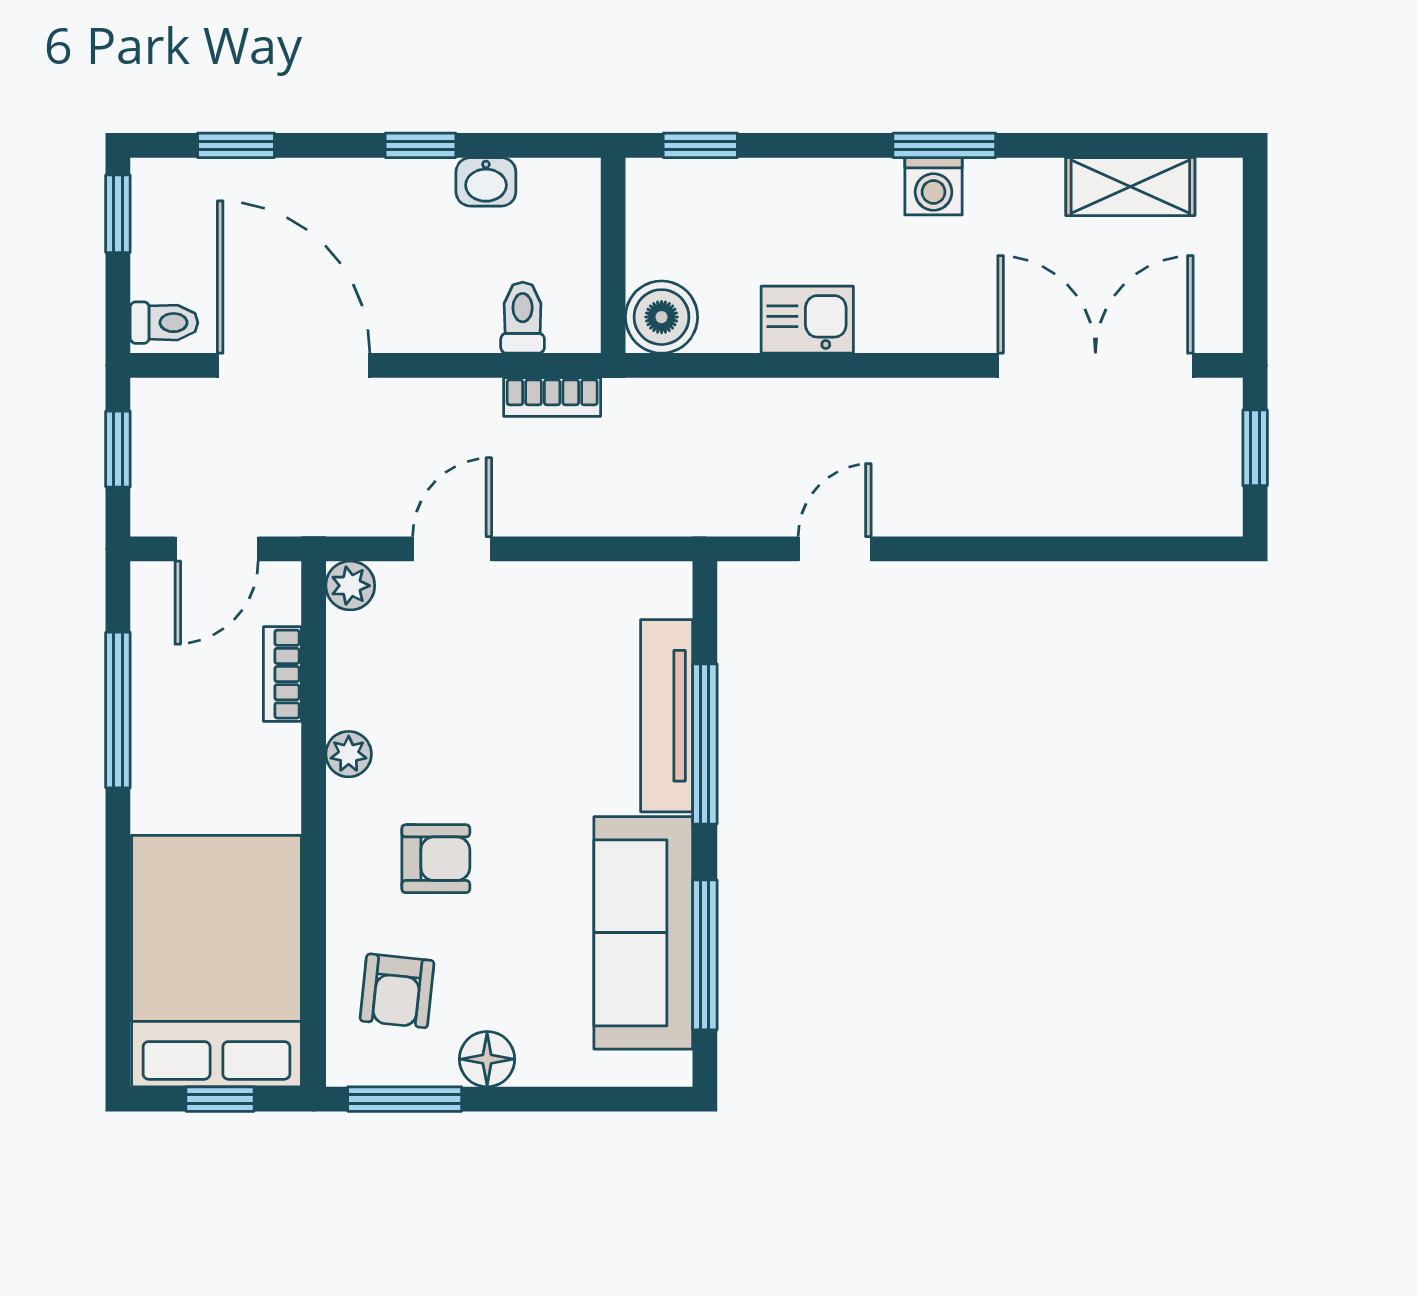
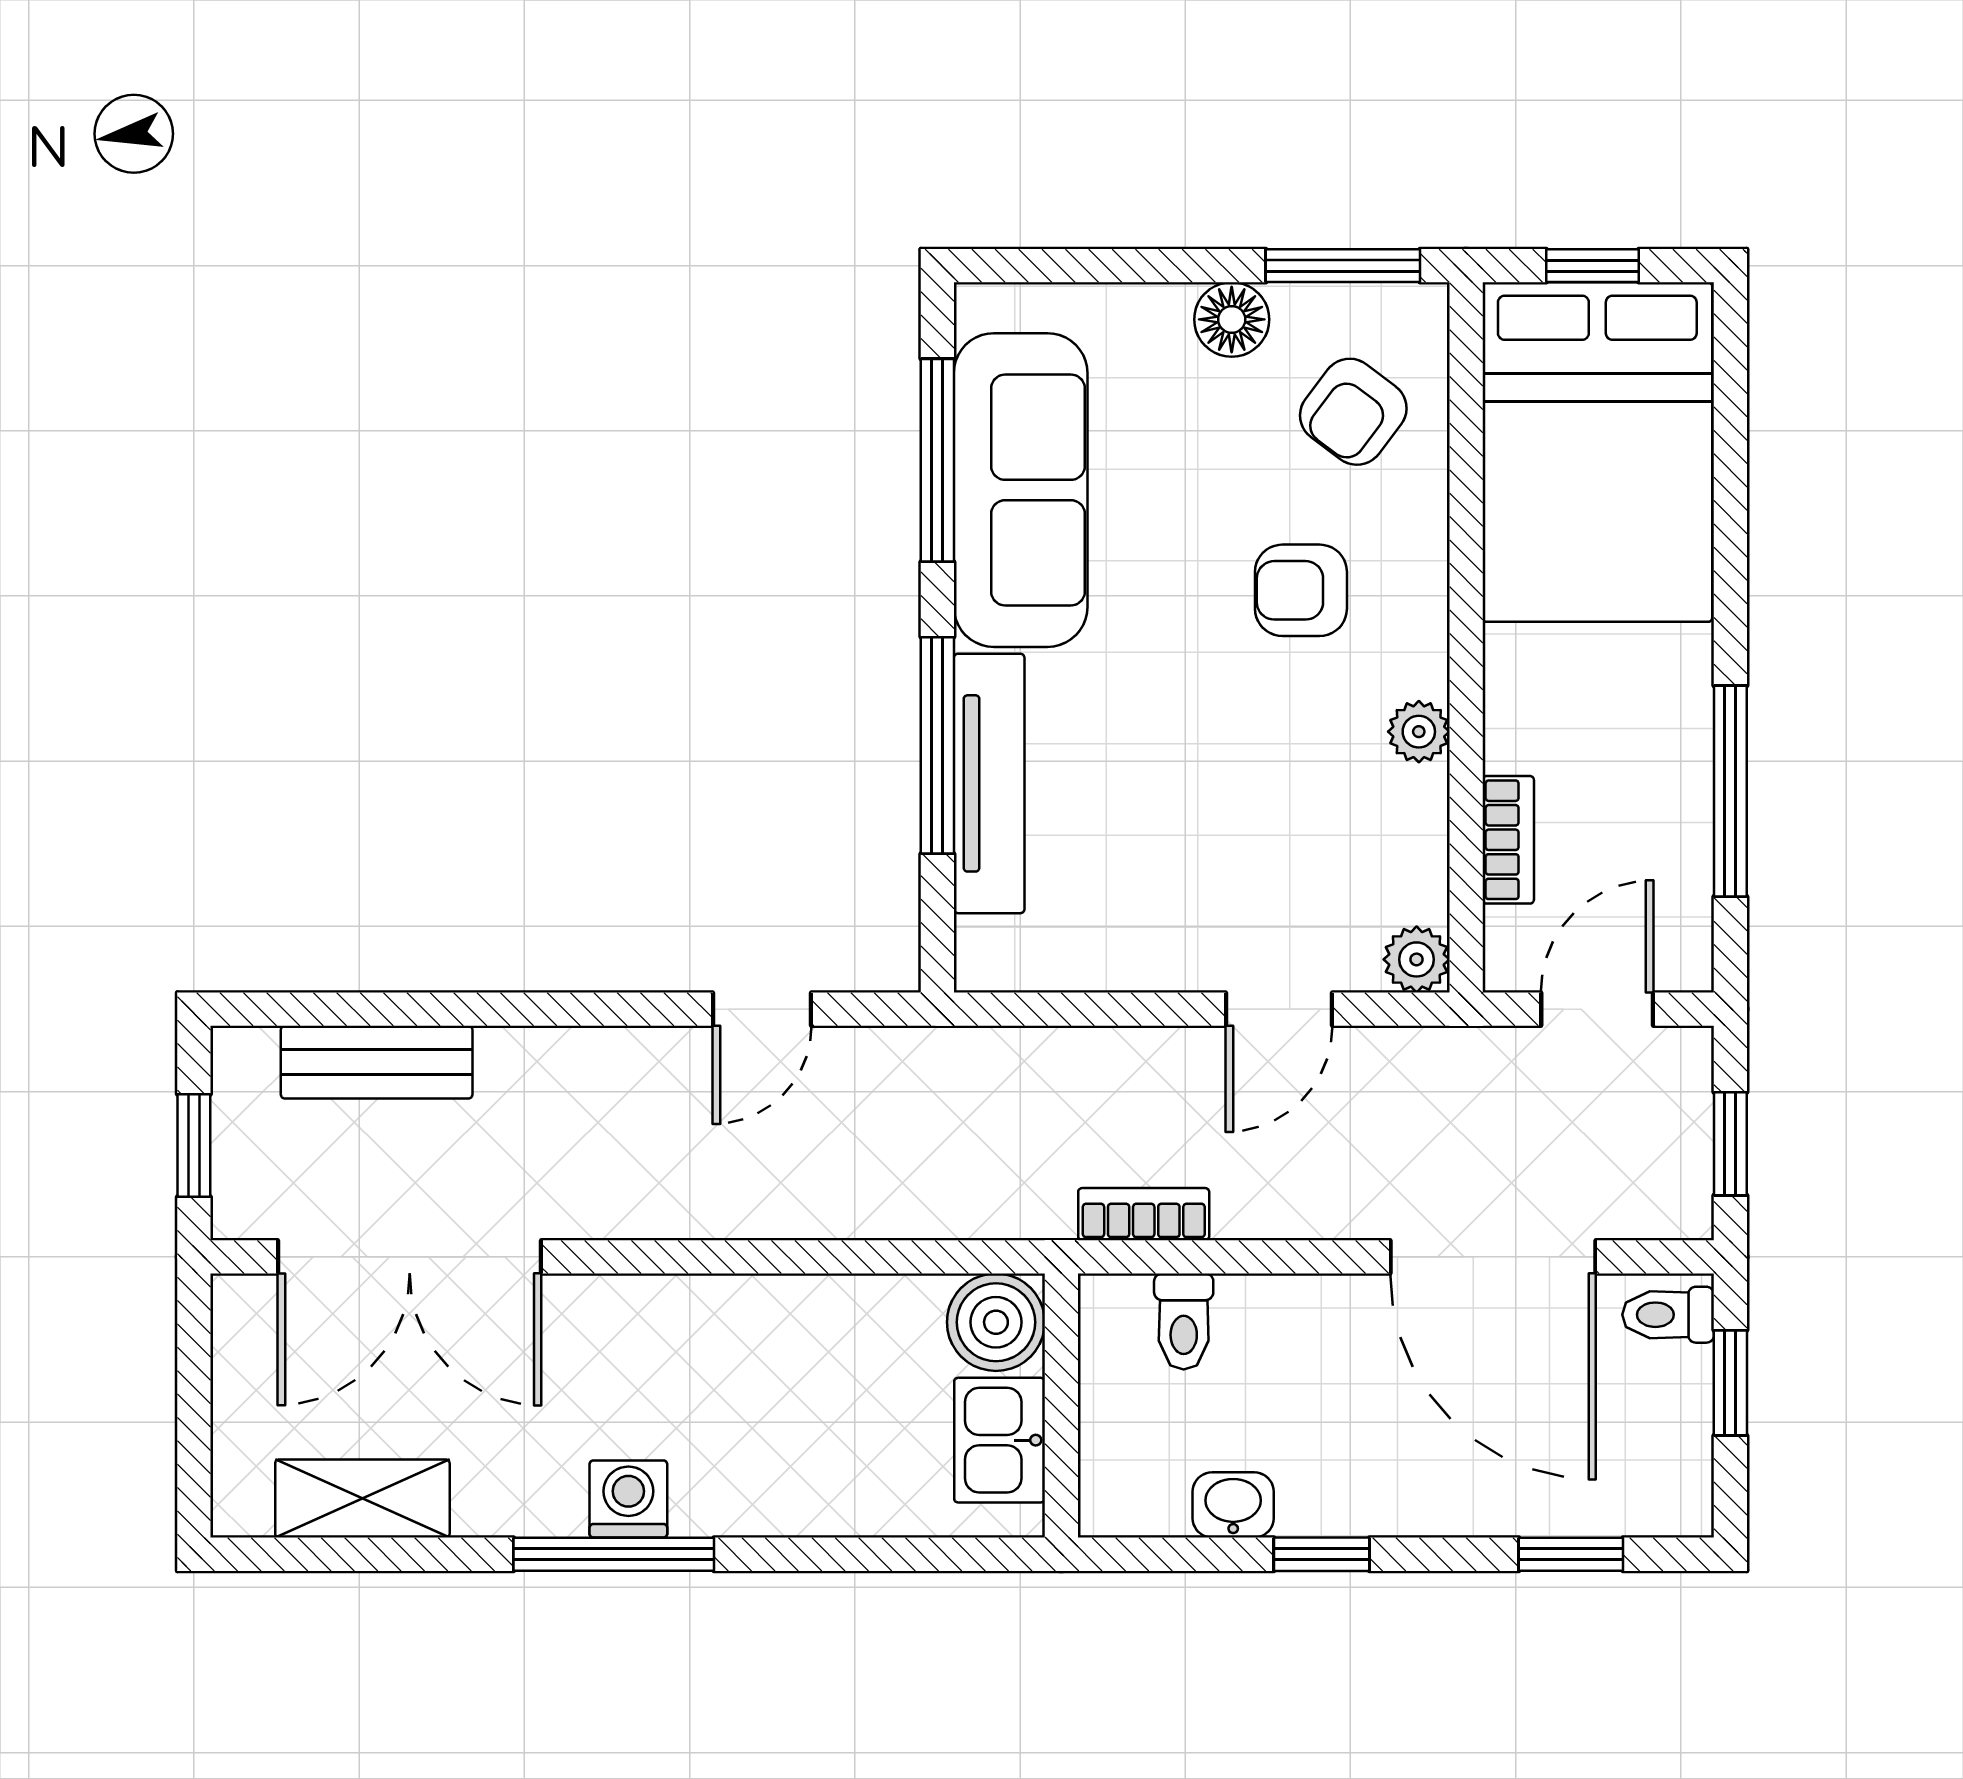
window: (700, 145) -> (943, 1554), removed
window: (944, 145) -> (614, 1554), width x1.44
window: (118, 214) -> (1730, 1383), moved
kitchen sink: (807, 320) -> (1000, 1440), moved, turned 90
bench: (1120, 510) -> (377, 1062), added
armchair: (397, 991) -> (1353, 412), turned -149

